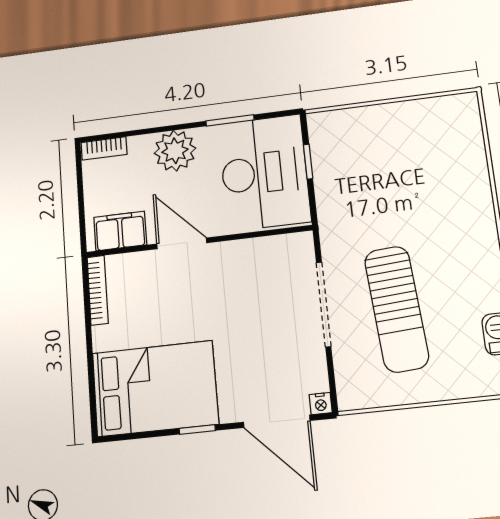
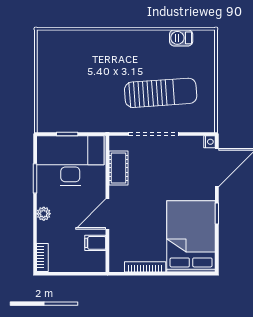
plant: (175, 151) -> (44, 214), width x0.53, depth x0.53
filing cabinet: (120, 231) -> (95, 243), width x0.50
cot: (260, 252) -> (118, 168), added
bookcase: (98, 290) -> (145, 267), moved

